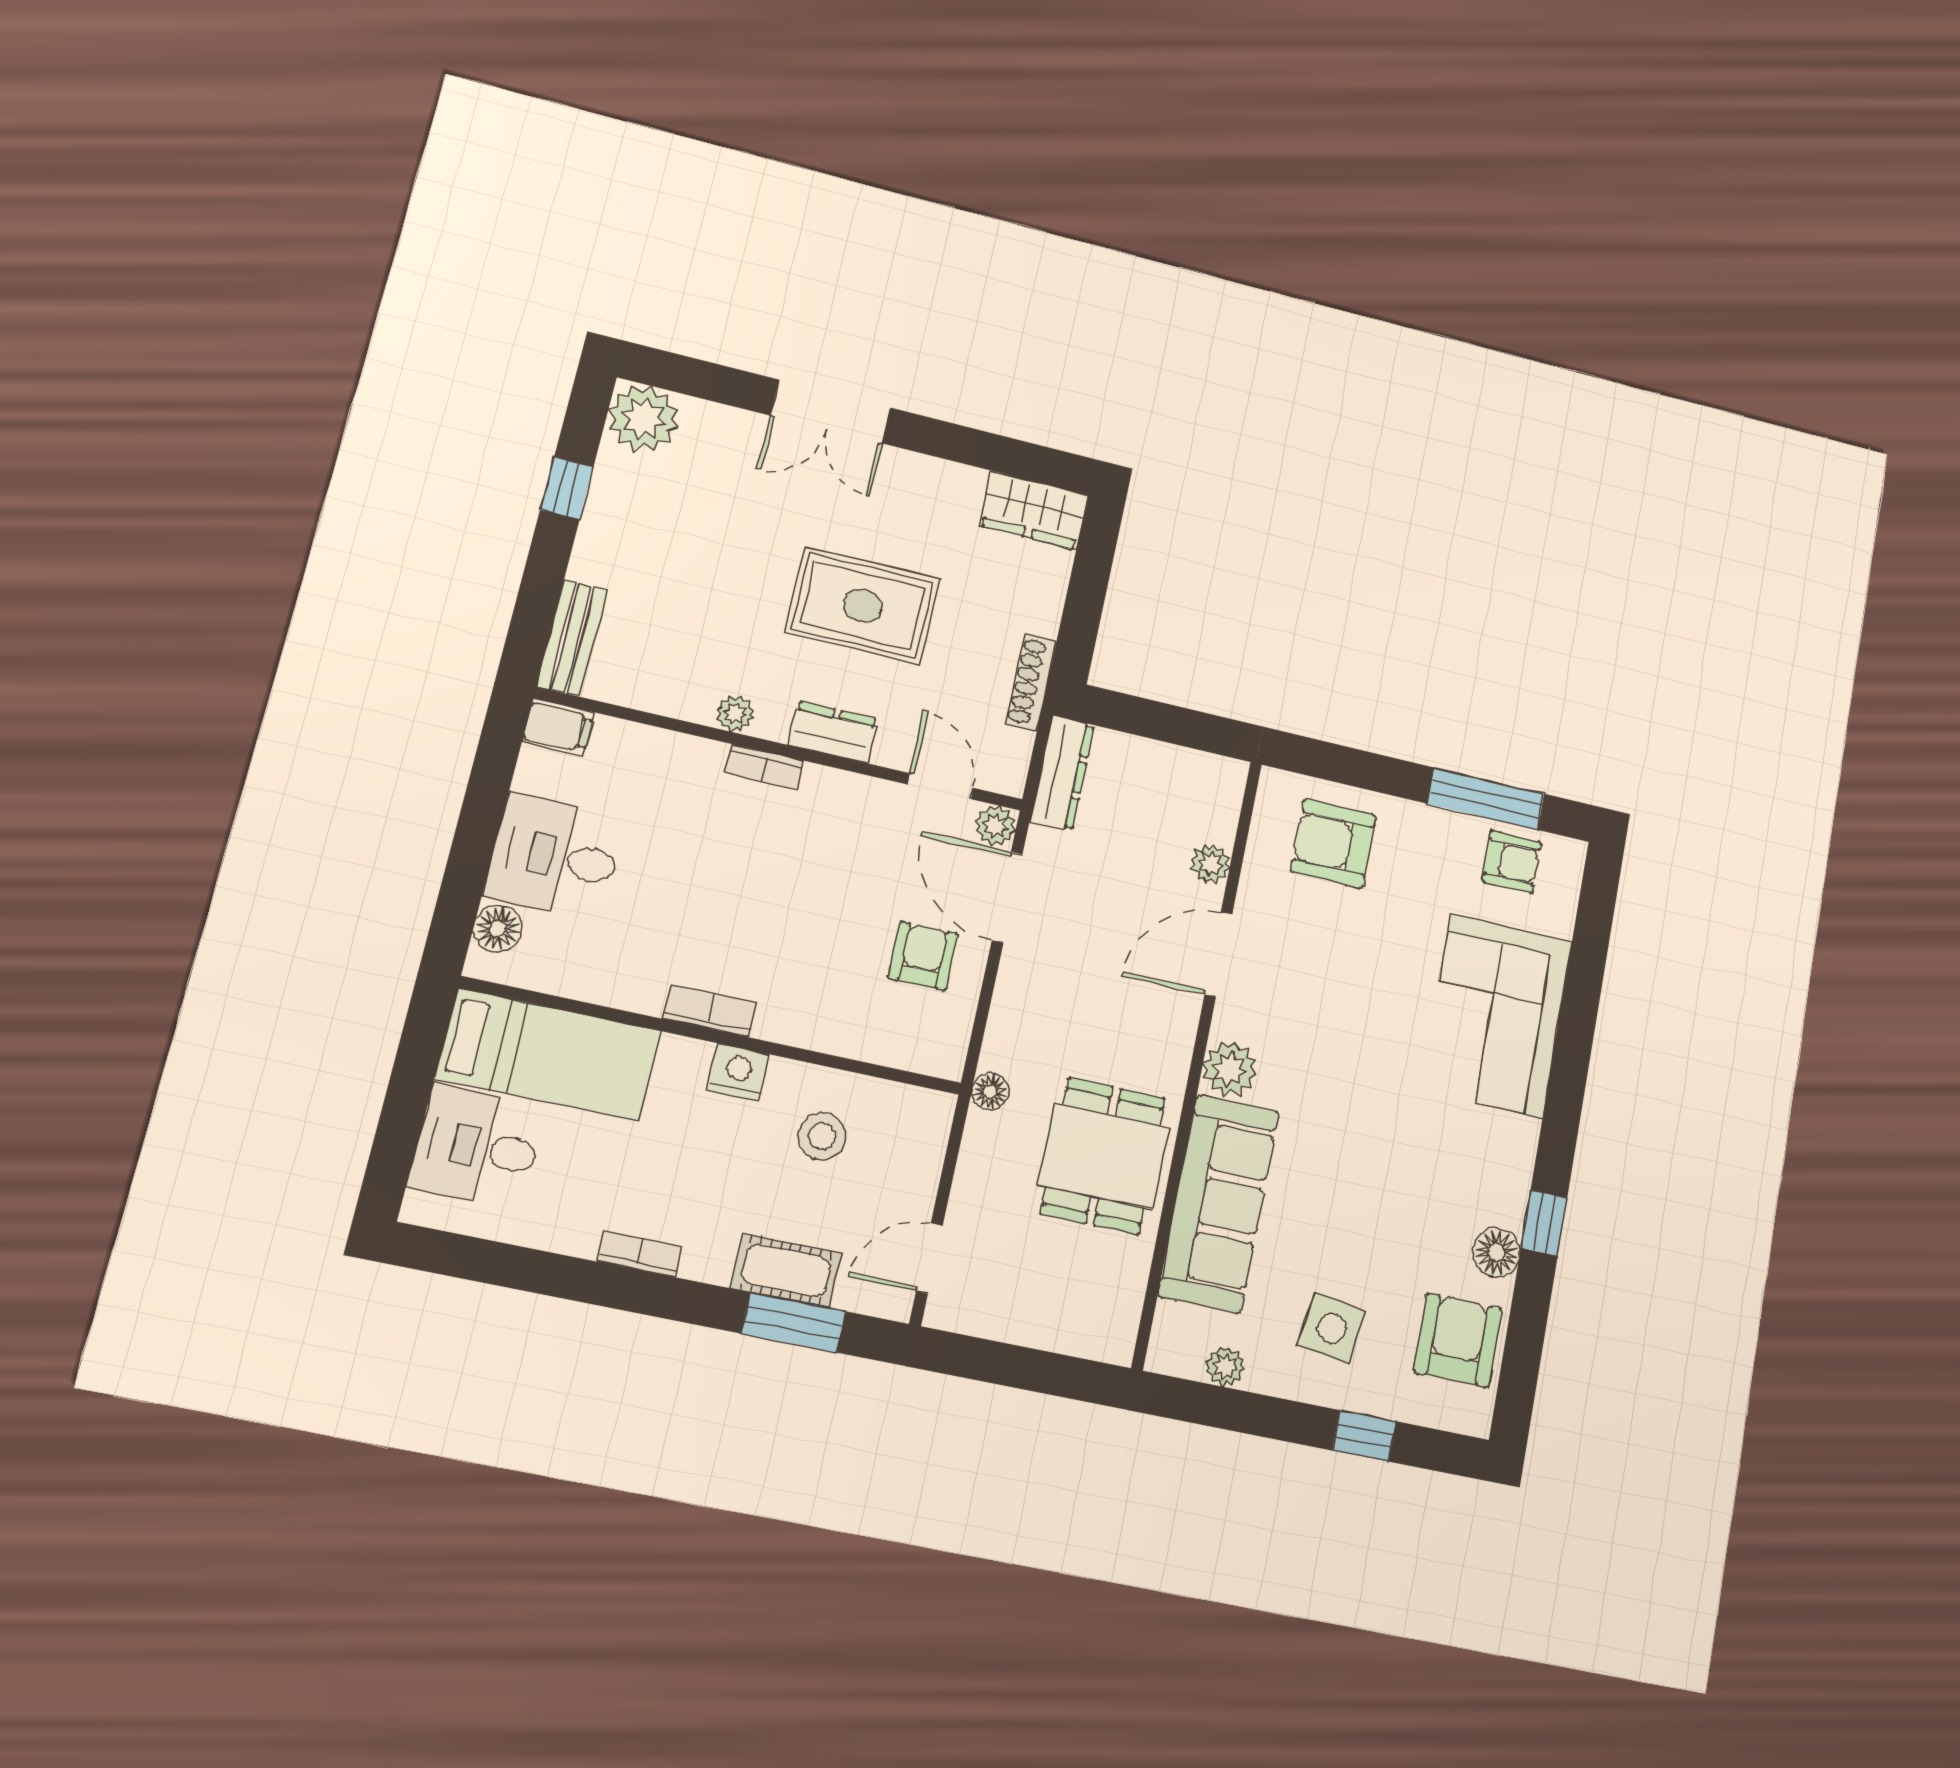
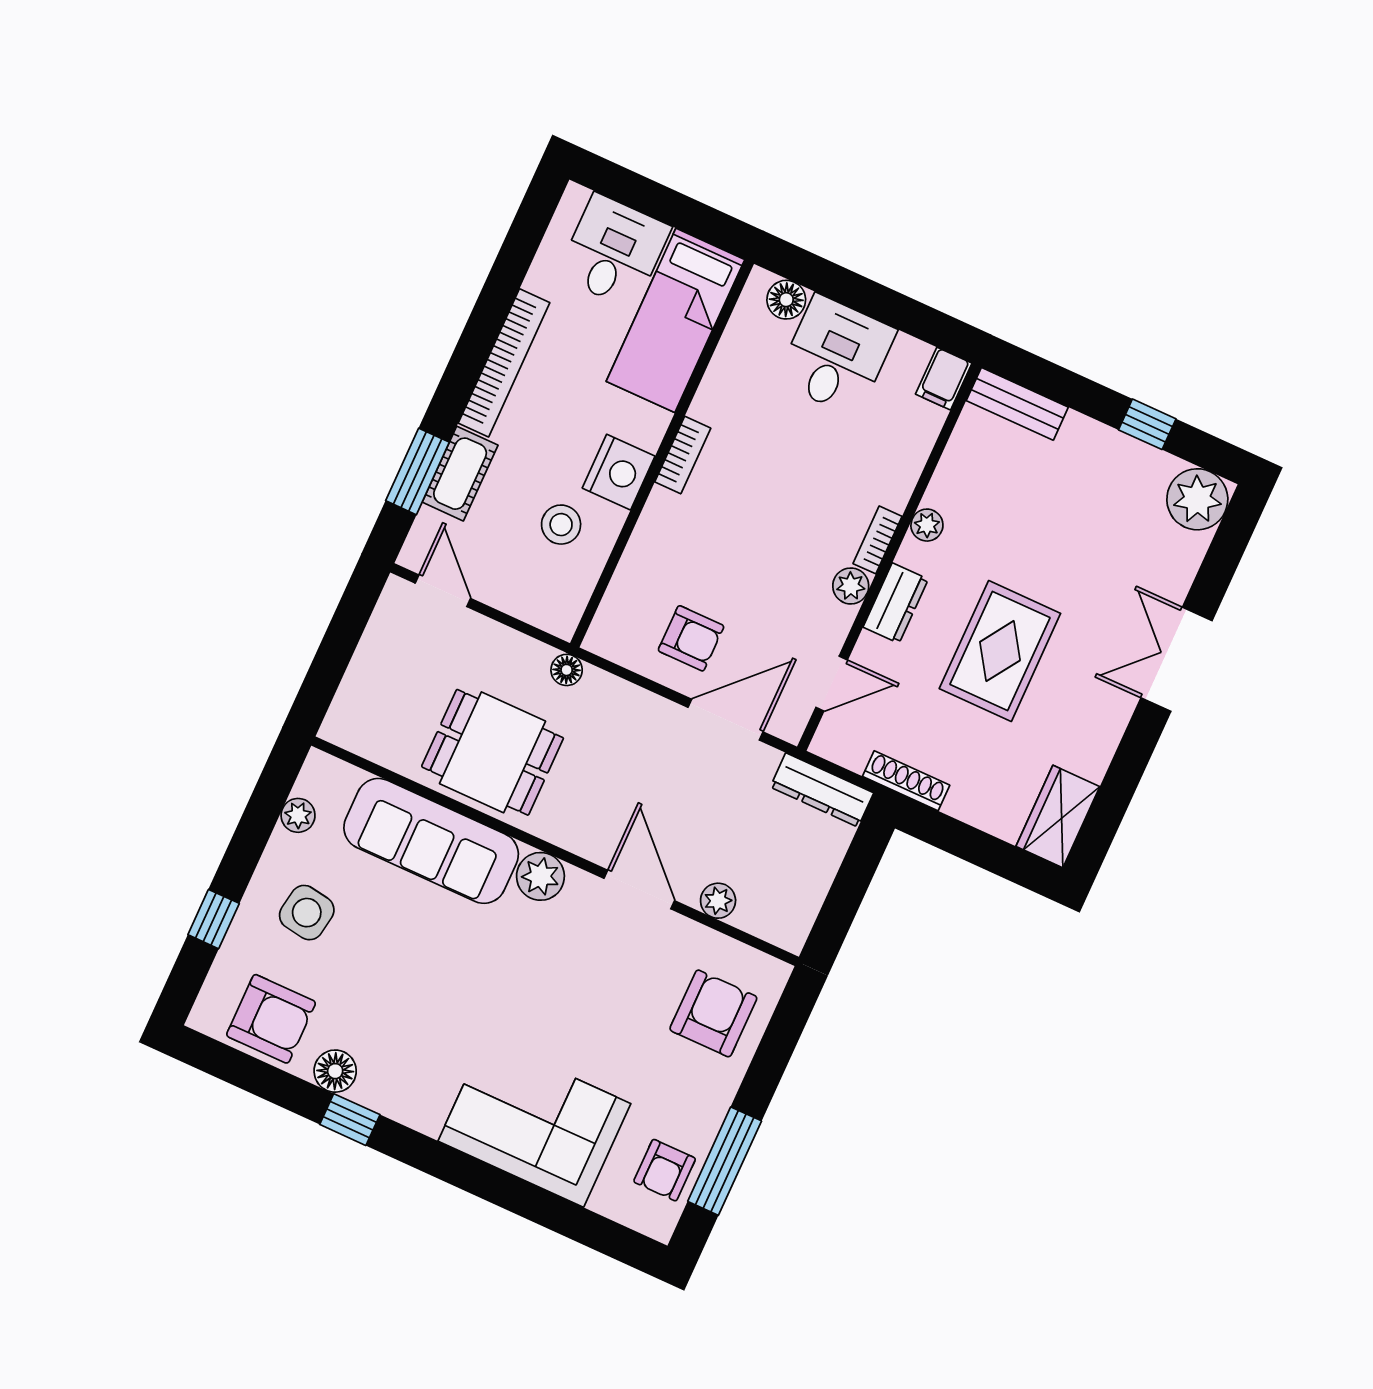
plant: (995, 826) -> (851, 586), moved
nightstand: (738, 1072) -> (619, 472), width x1.36, depth x1.33
bookcase: (640, 1254) -> (504, 363), width x2.31, depth x1.31

